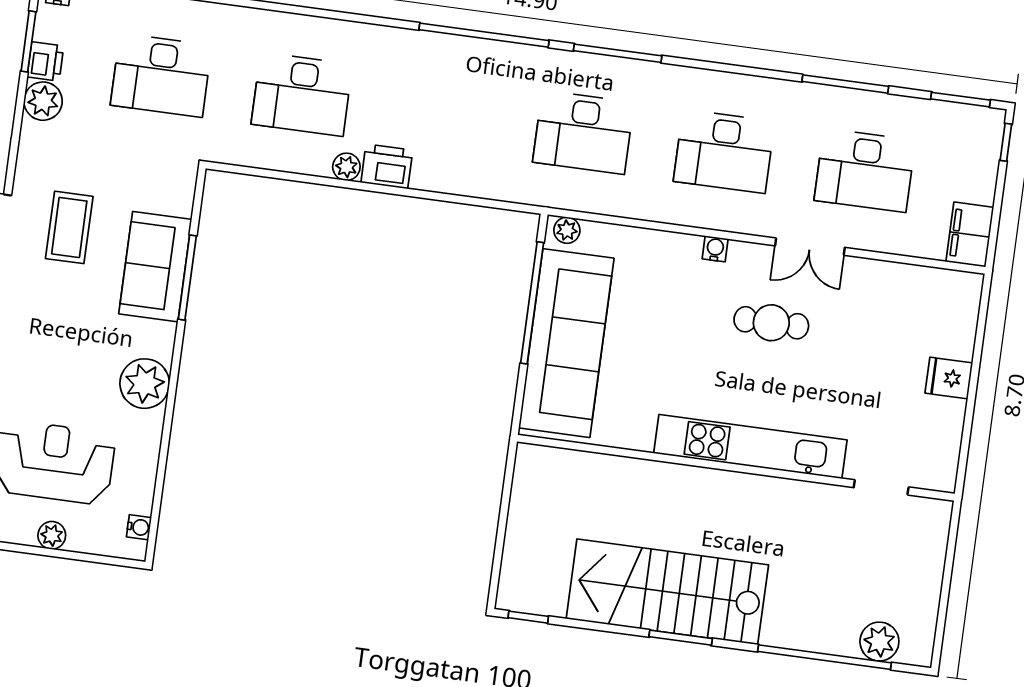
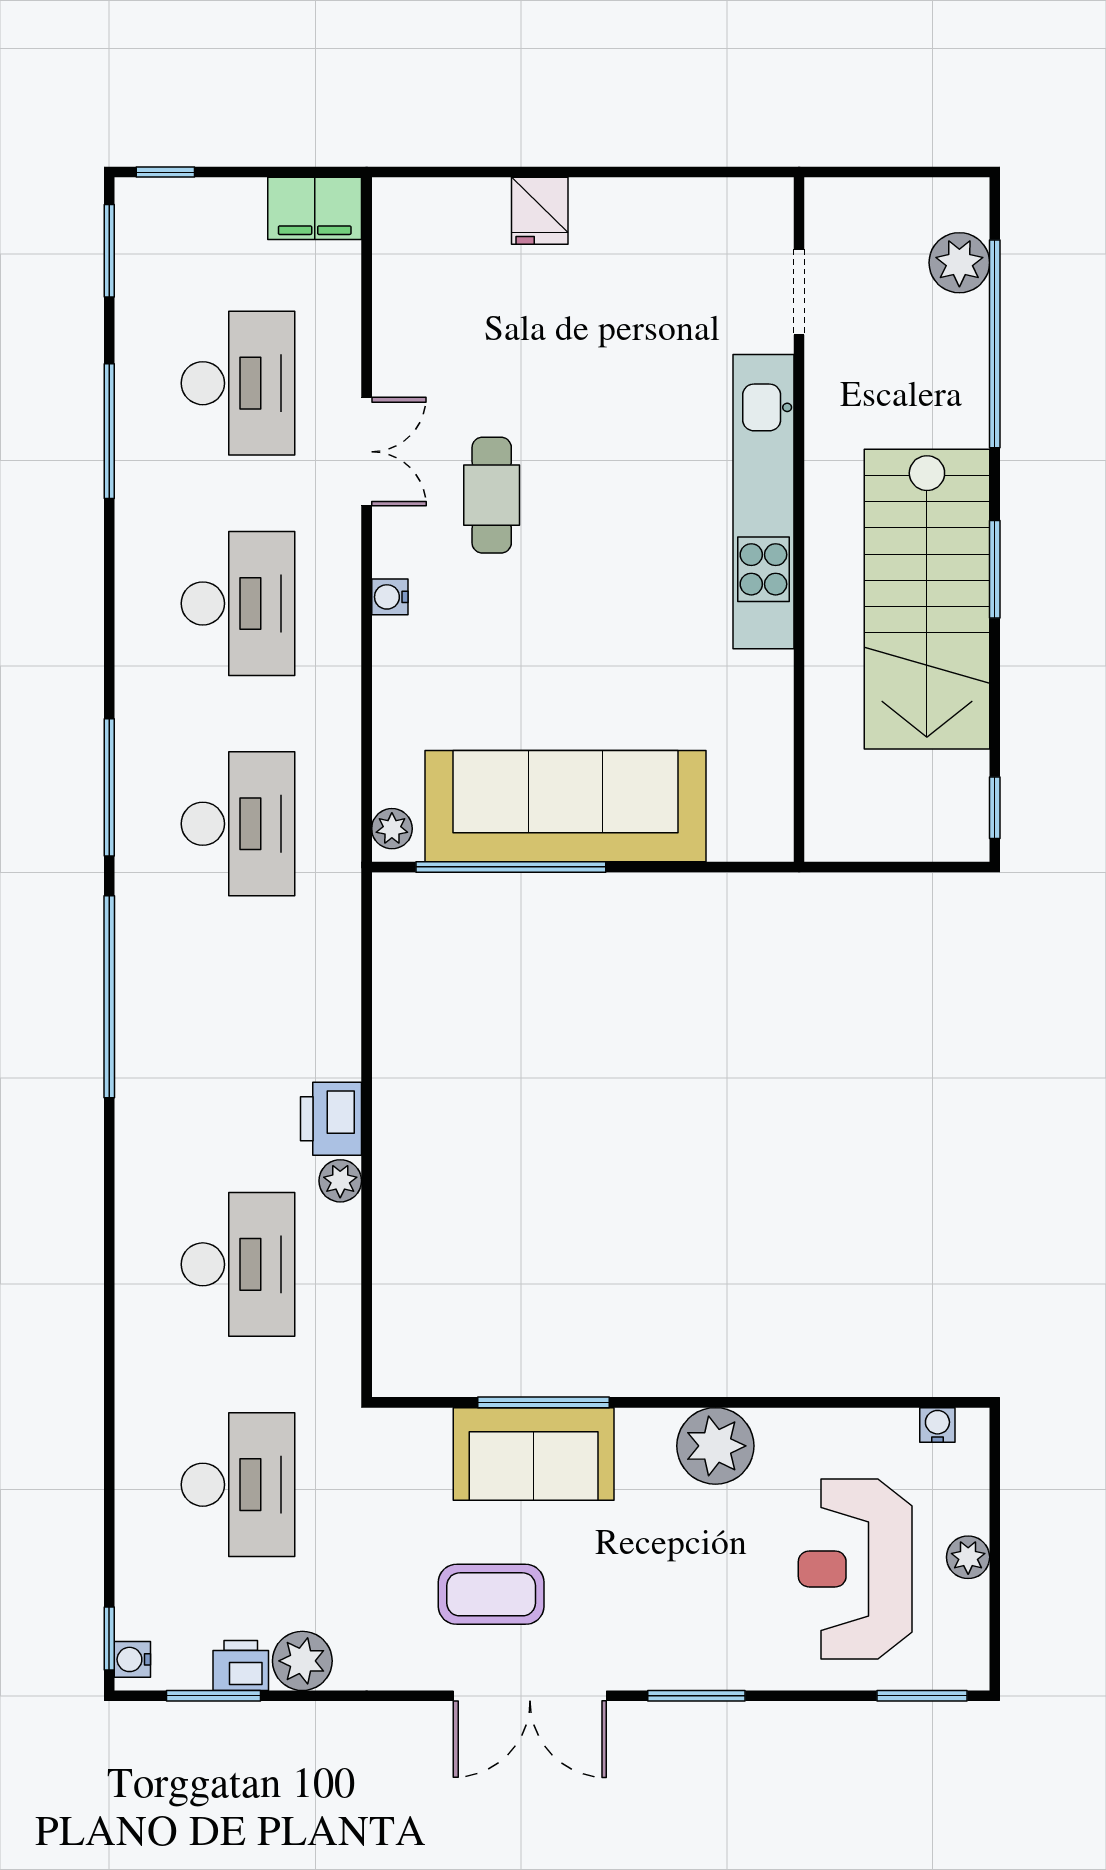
kitchen unit: (750, 446) -> (763, 502), moved
wall: (736, 468) -> (799, 519), moved
doorway: (881, 487) -> (799, 292), moved

